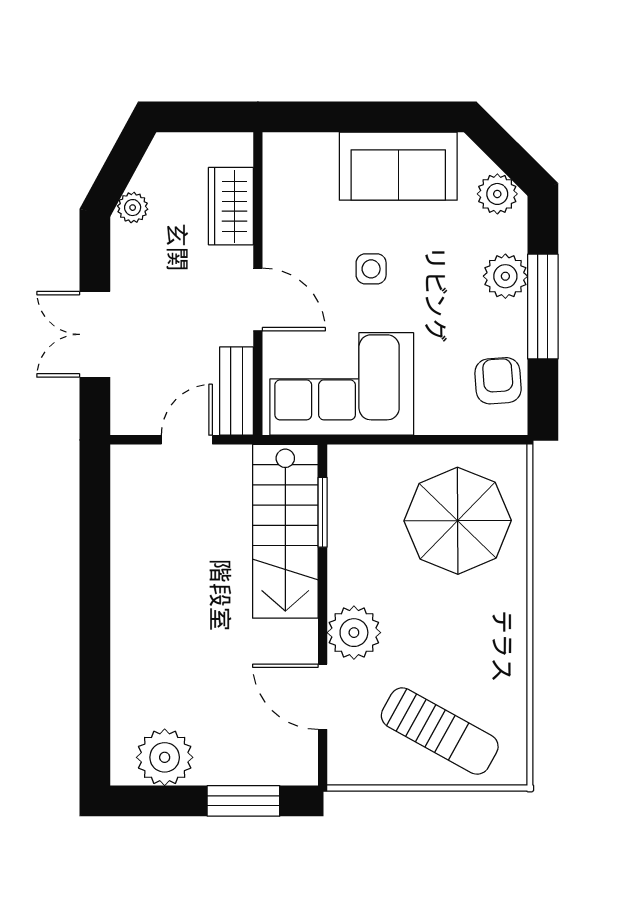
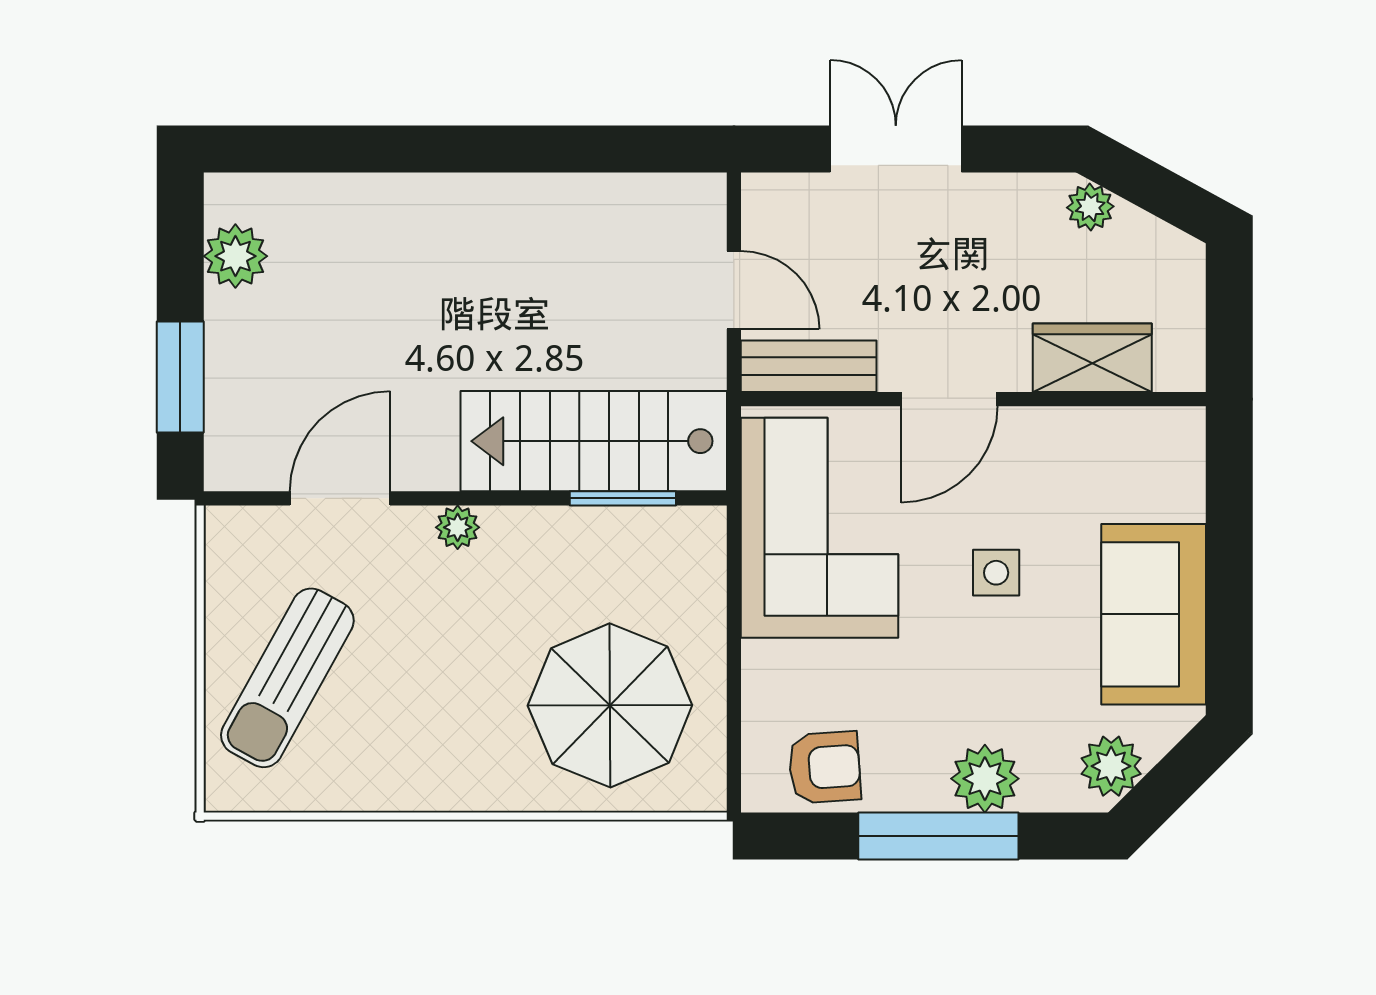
plant: (354, 633) -> (458, 527), width x0.53, depth x0.53
plant: (165, 757) -> (235, 256), width x0.73, depth x0.73

